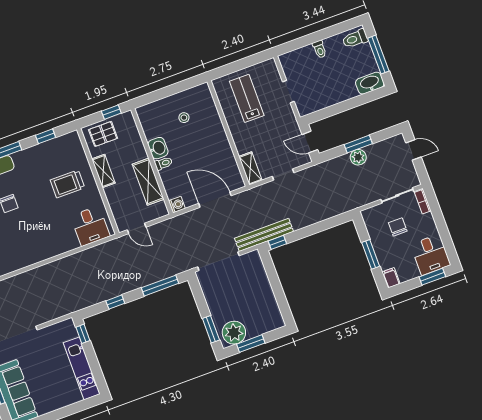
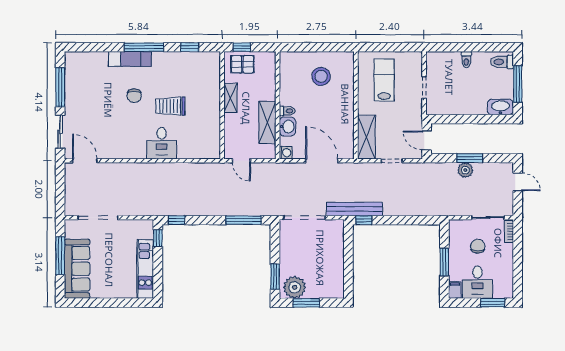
window: (111, 112) -> (242, 47), moved
stool: (184, 118) -> (321, 76), width x1.89, depth x1.89
washbasin: (158, 148) -> (287, 127), moved
shelving: (250, 168) -> (366, 137), width x1.50, depth x1.33
trolley: (67, 184) -> (170, 106), moved
desk: (90, 226) -> (162, 143), moved
desk: (431, 255) -> (477, 282), moved
window: (115, 302) -> (176, 220), moved

